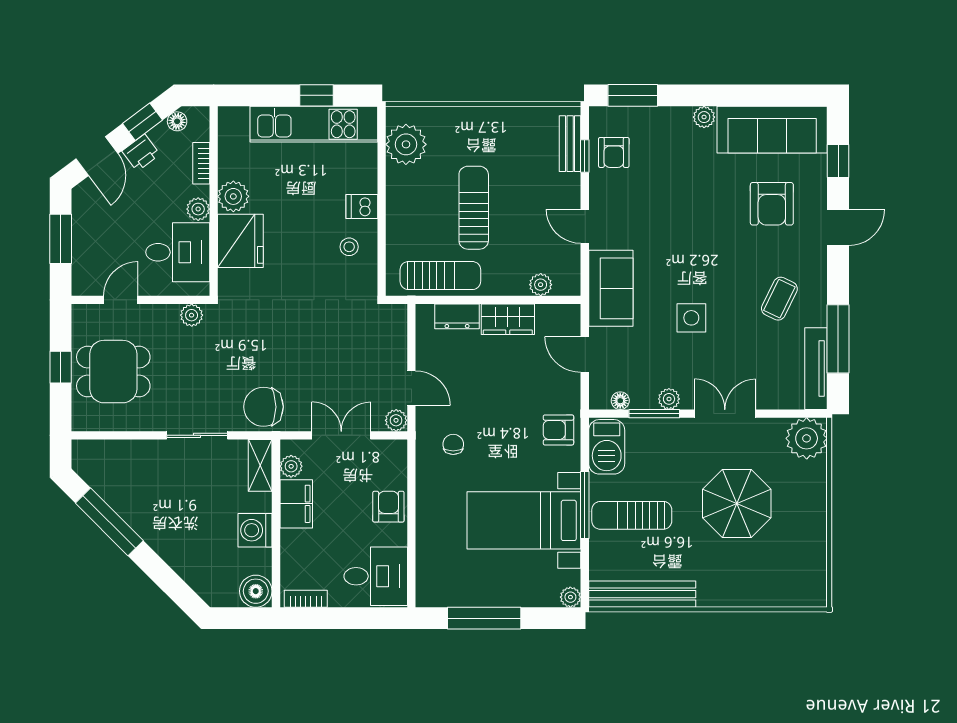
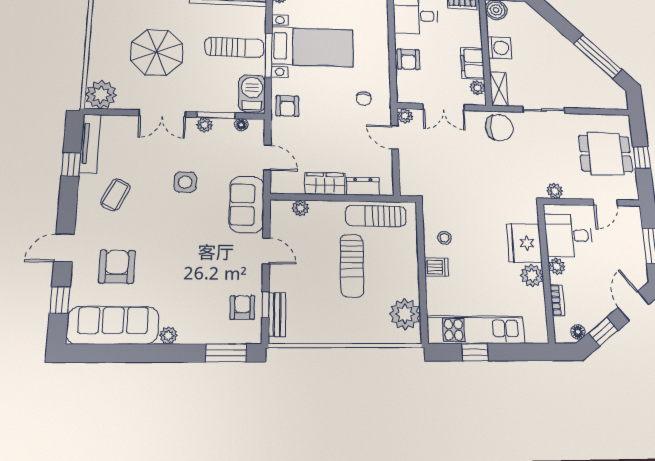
printer: (141, 153) -> (602, 308), removed
window: (838, 339) -> (71, 164), width x0.46
armchair: (558, 430) -> (287, 106), turned 90

